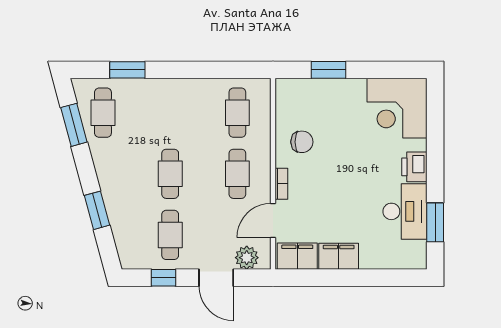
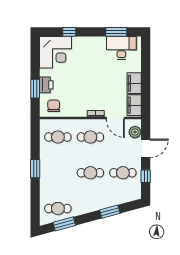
window: (127, 70) -> (35, 169), moved
window: (435, 134) -> (69, 32), added
chair: (302, 142) -> (54, 106), moved
printer: (414, 167) -> (46, 85), moved, turned -90
desk: (405, 211) -> (121, 48), moved

